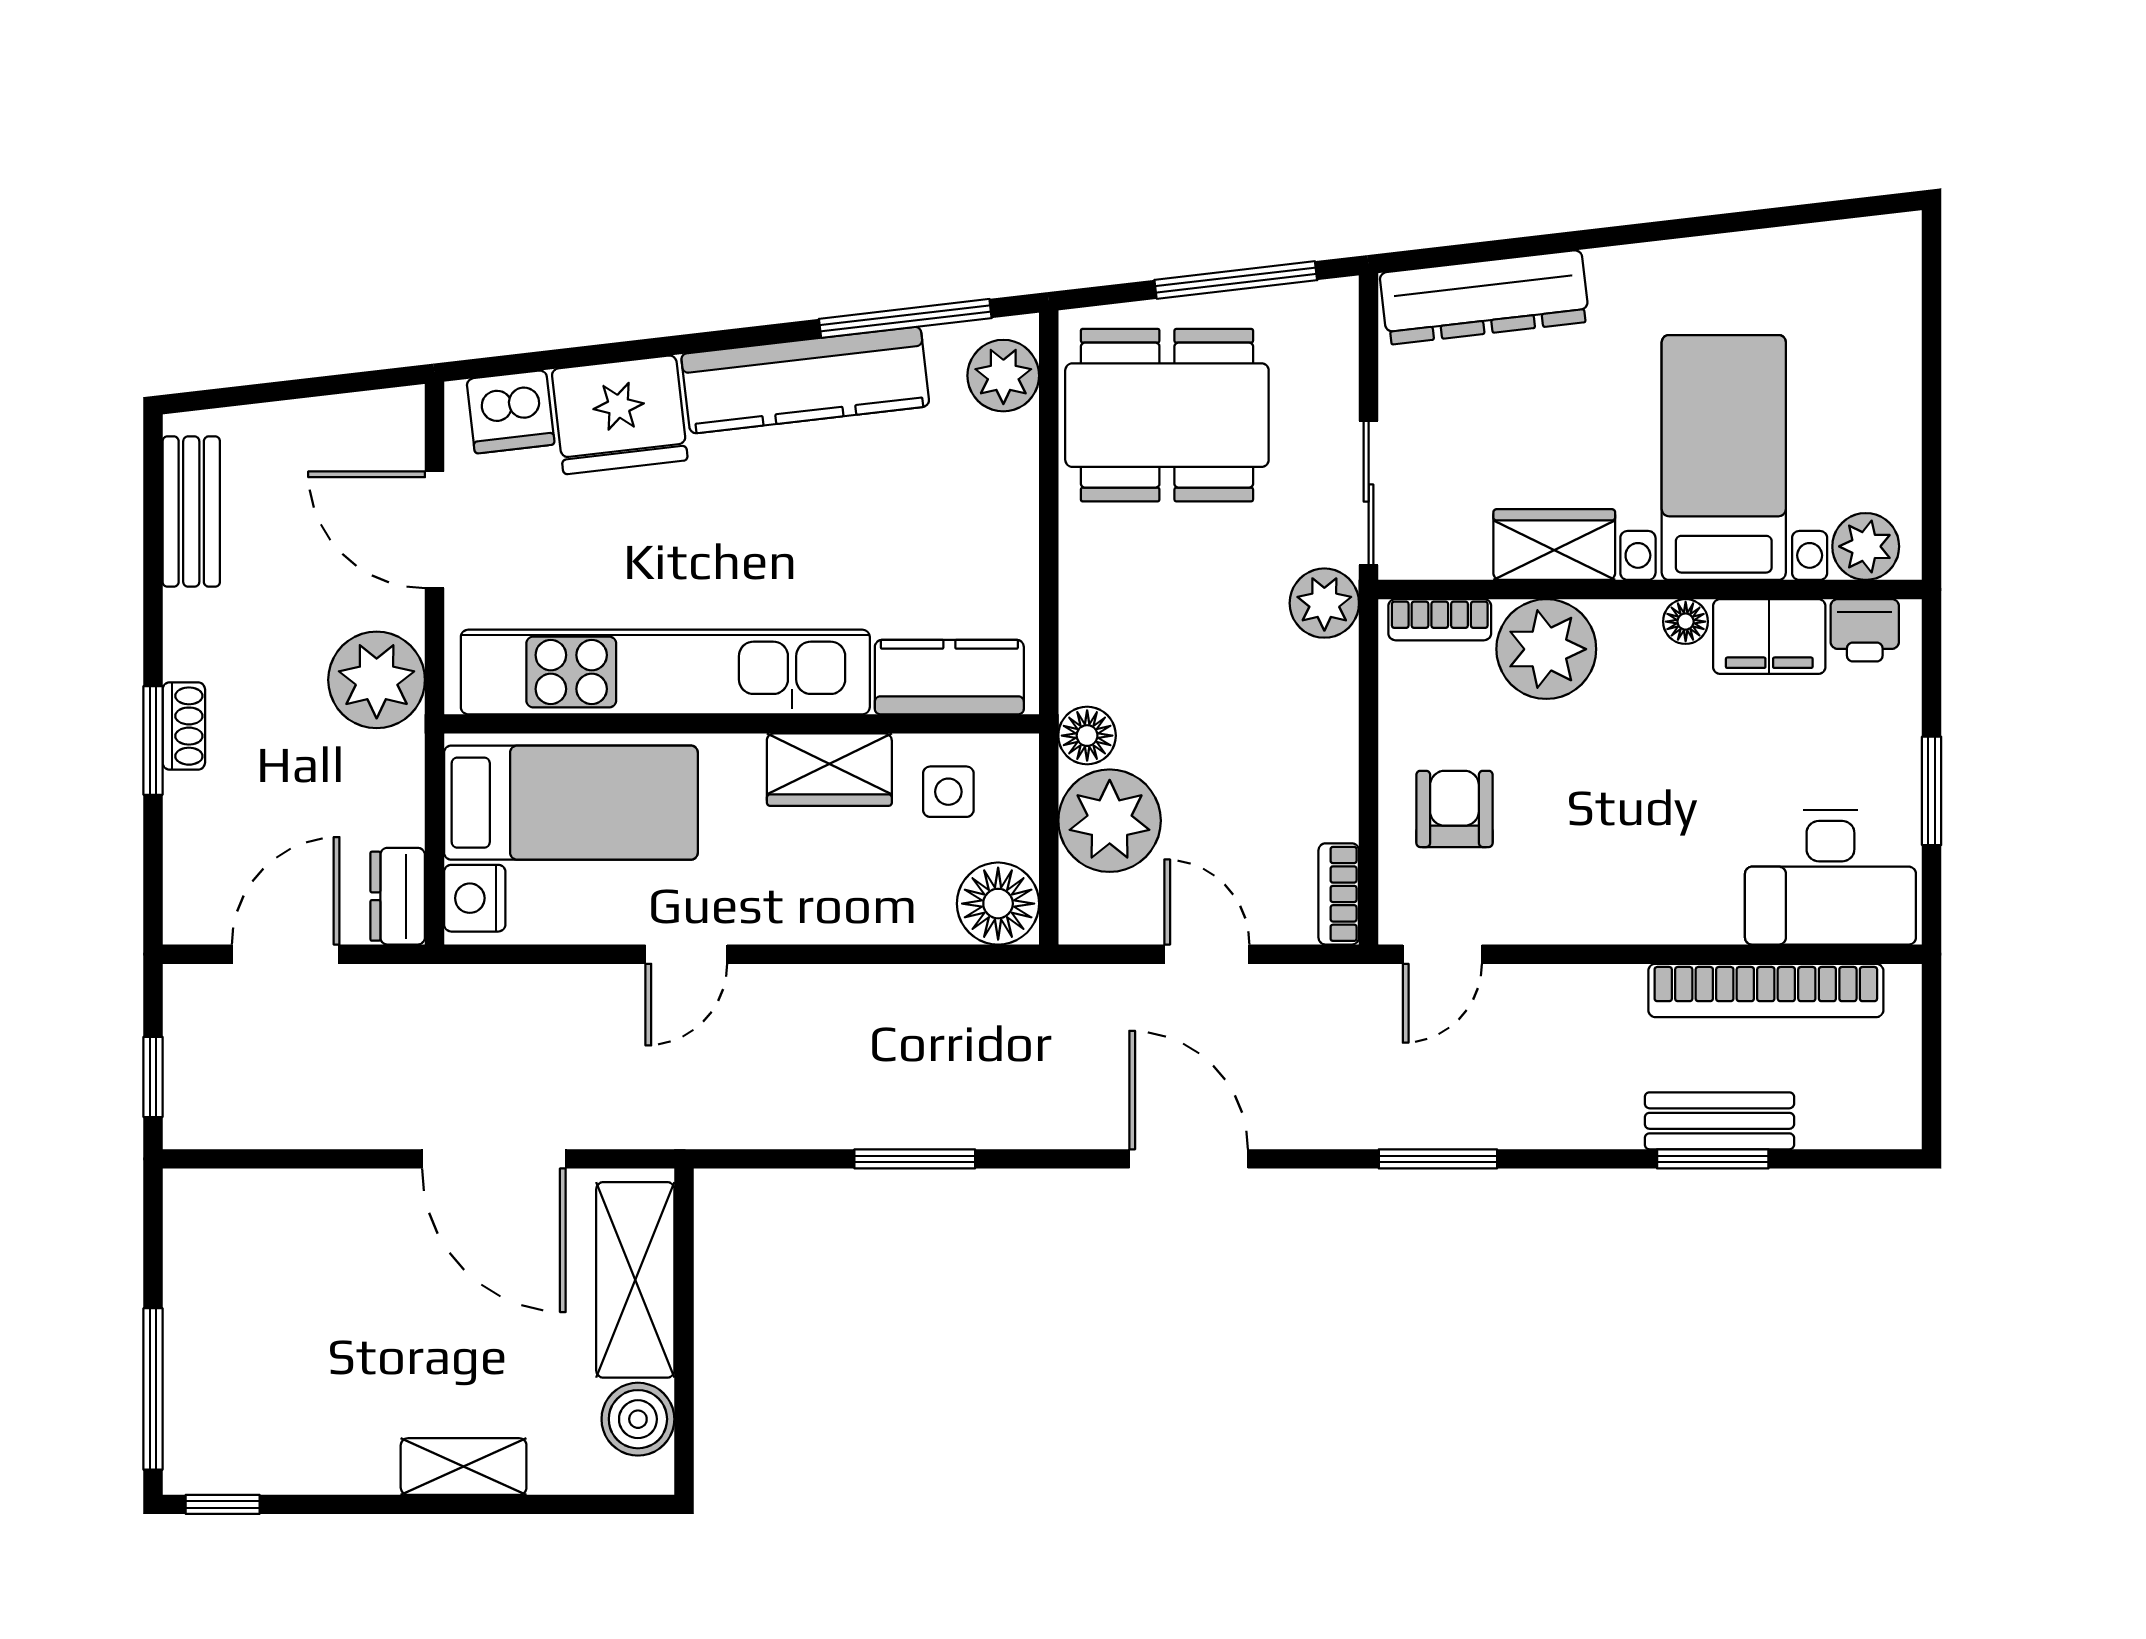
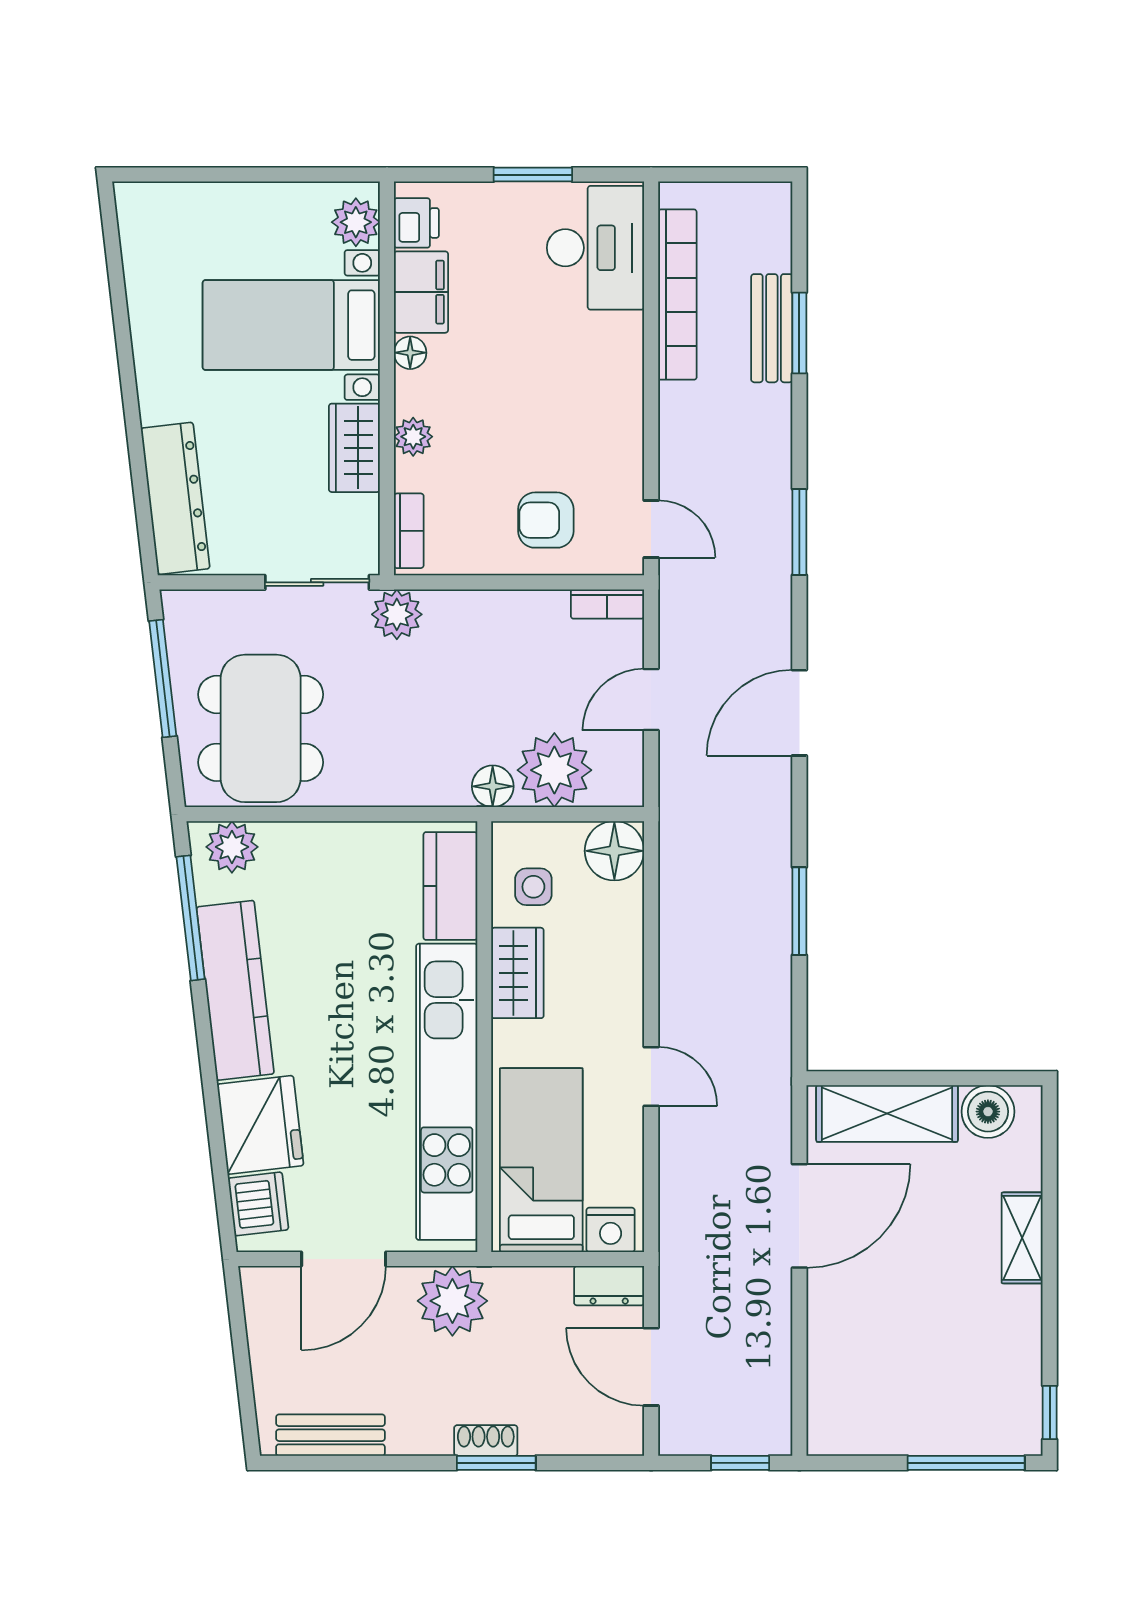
plant: (1546, 649) -> (413, 437), width x0.53, depth x0.53

